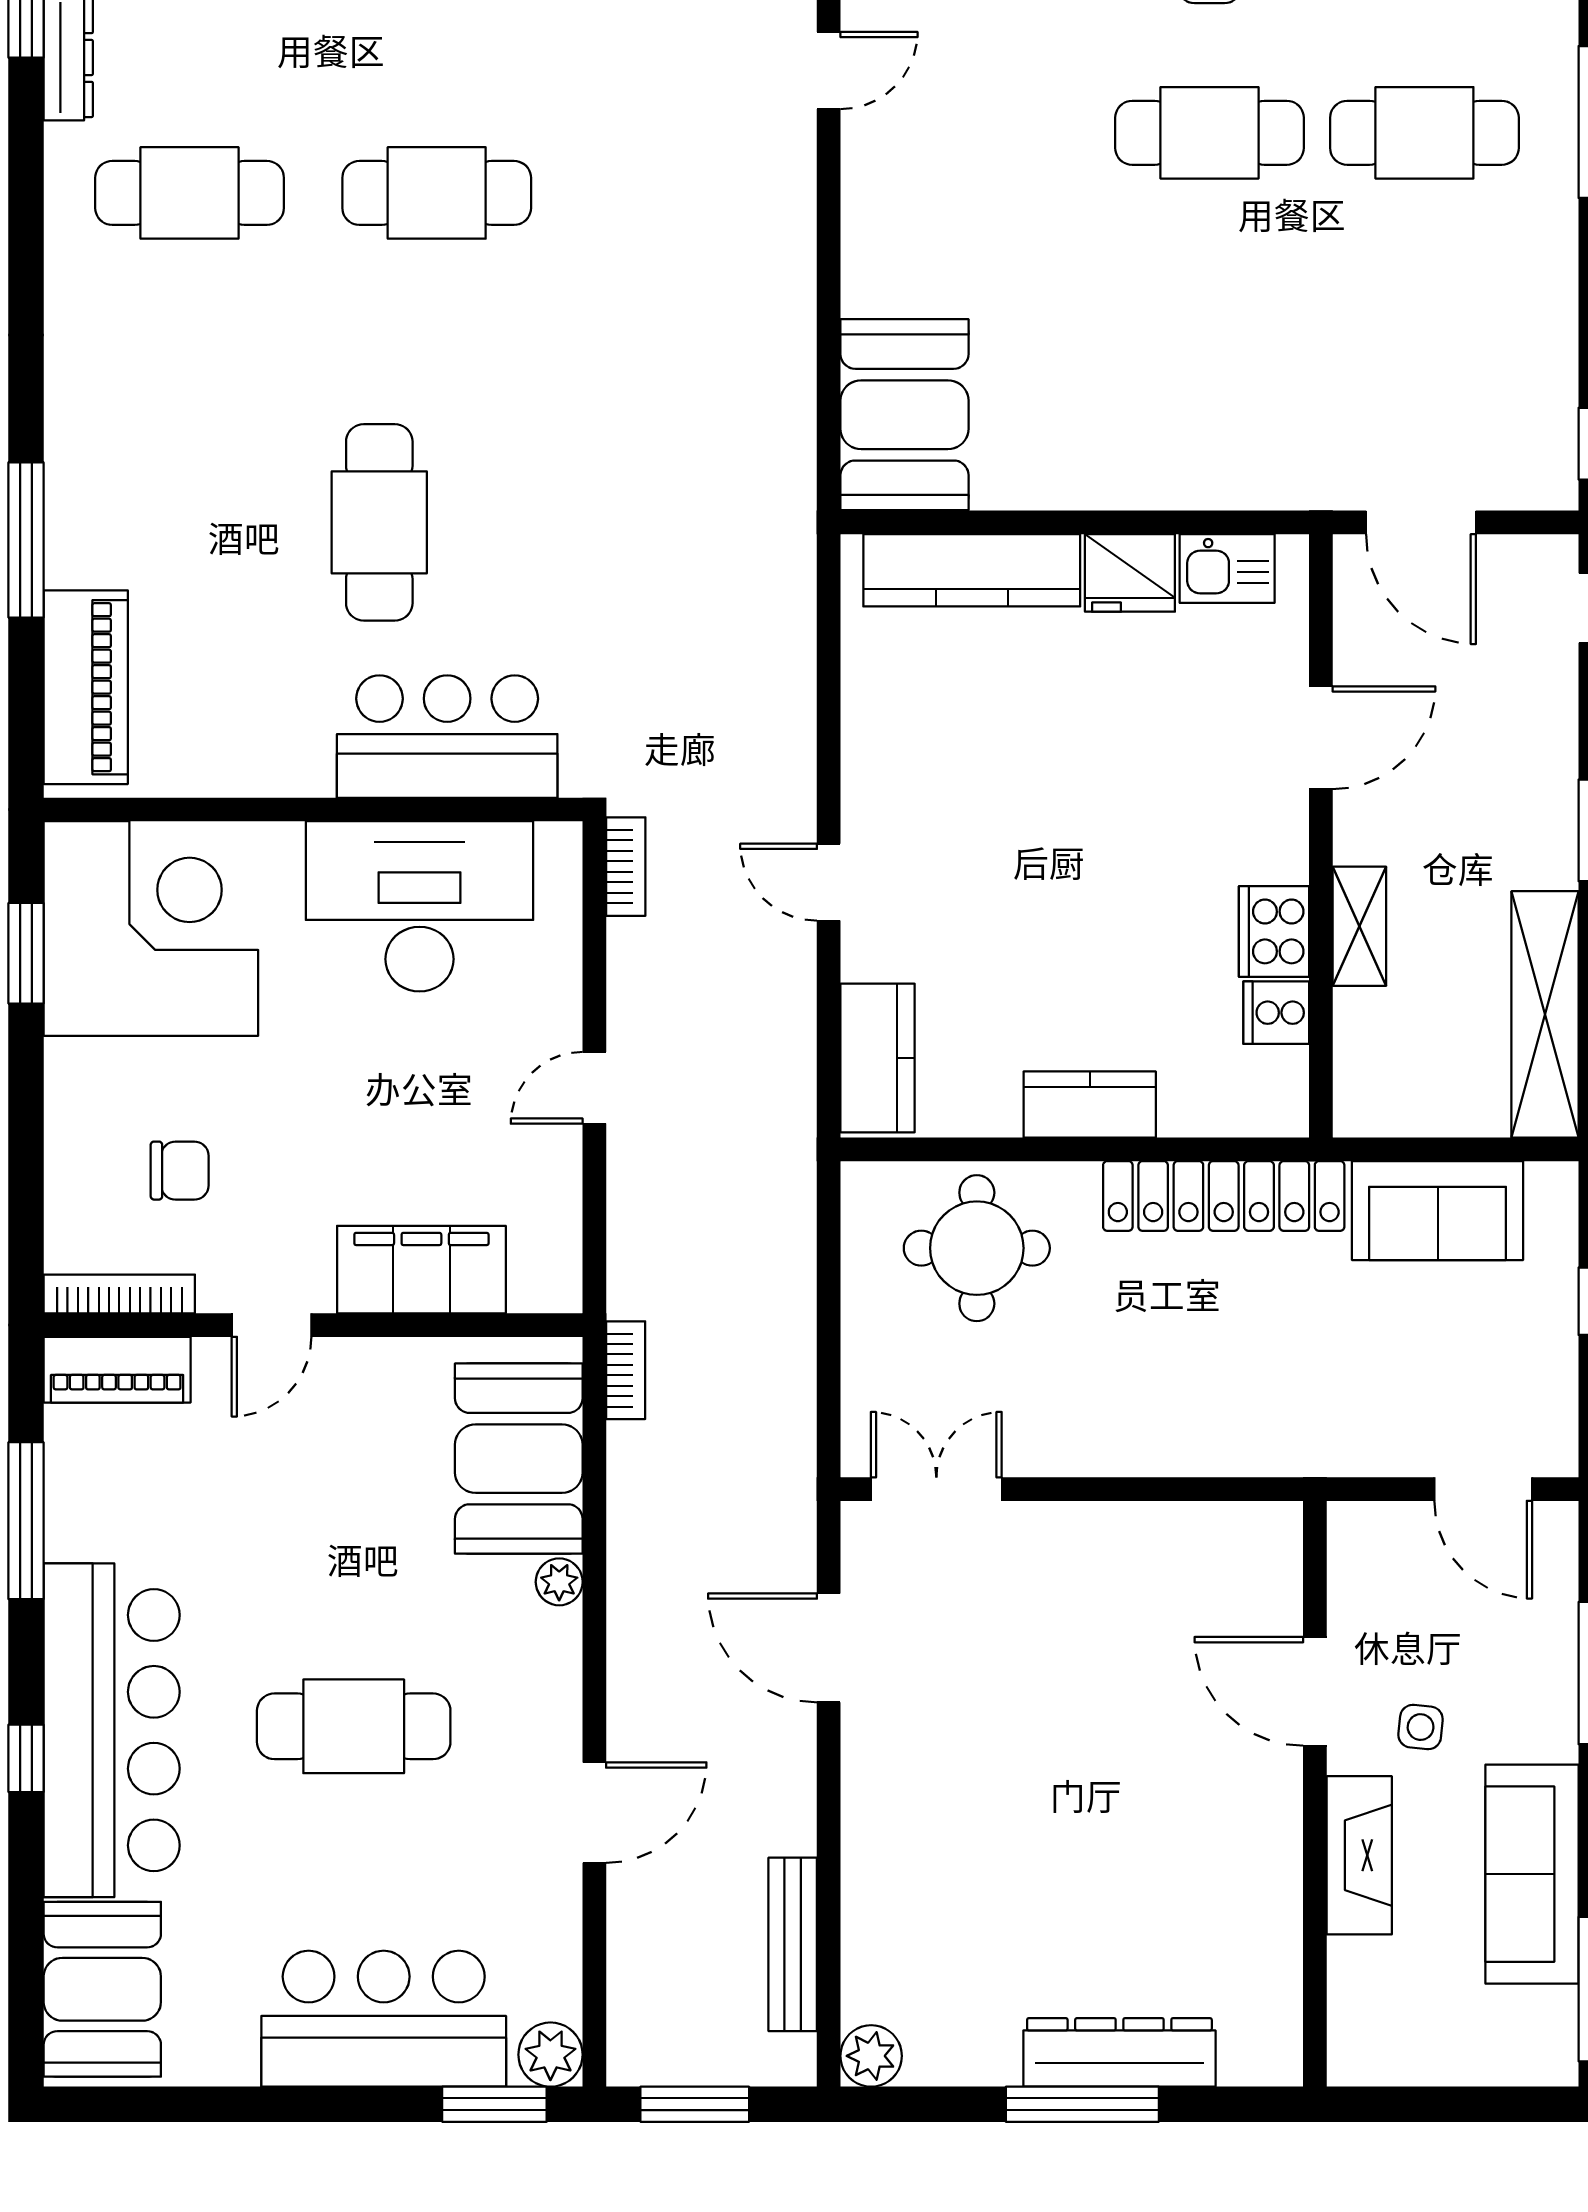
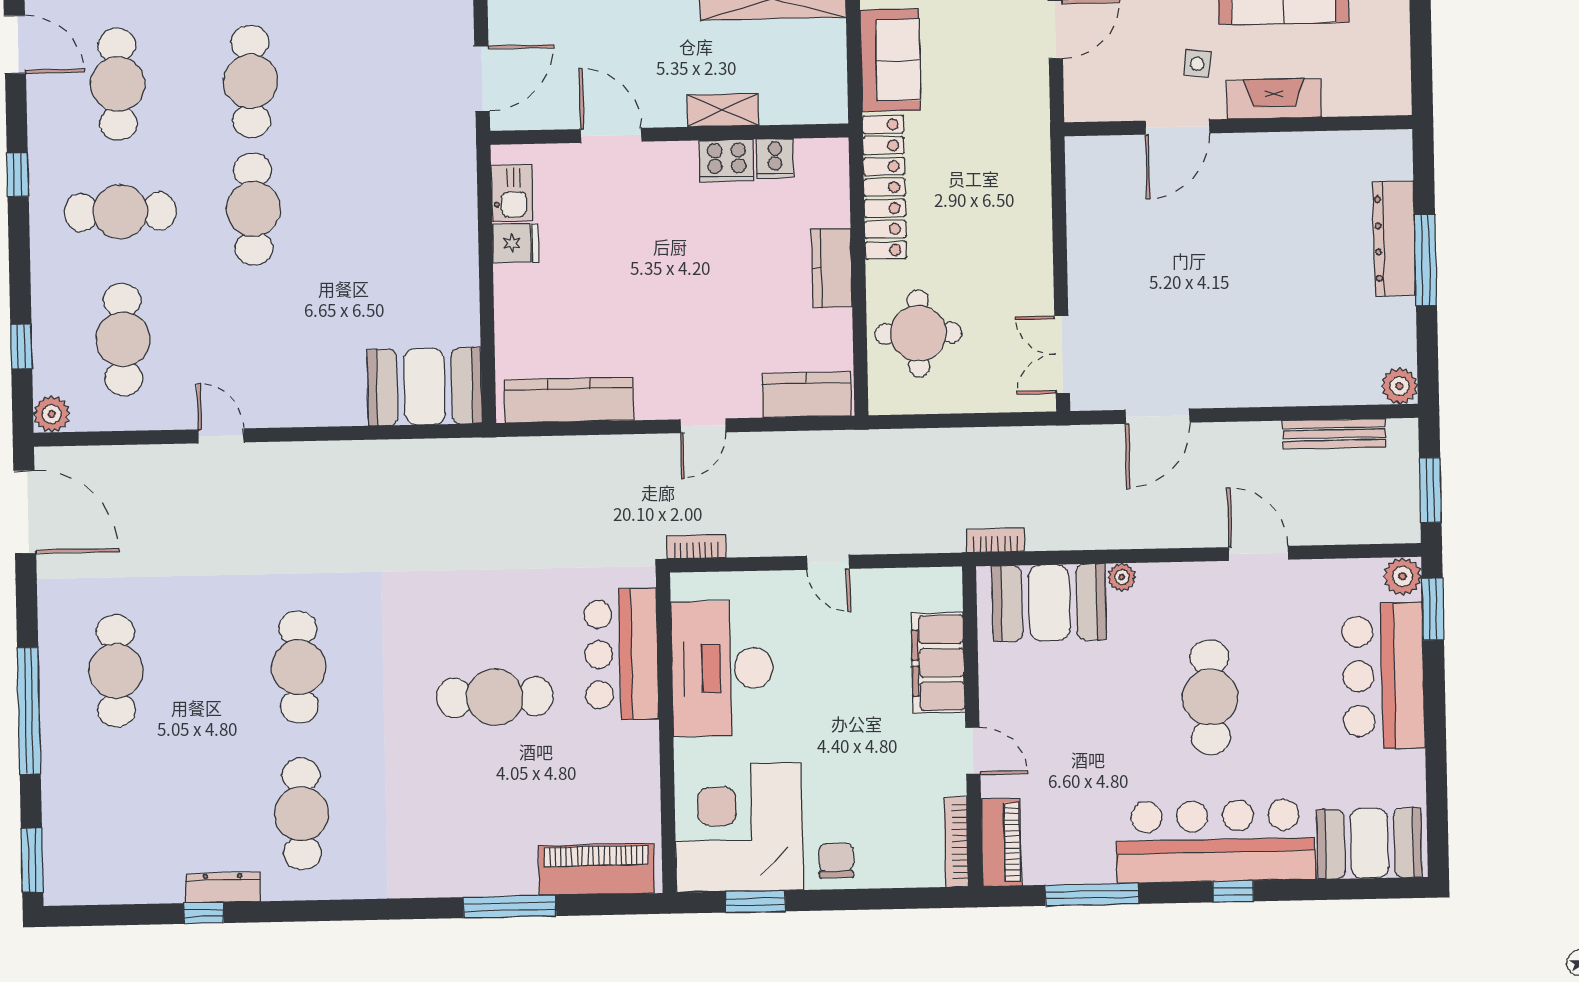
kitchen counter: (972, 570) -> (569, 400), moved, turned -90
fridge: (1130, 573) -> (515, 243), width x0.72
chair: (180, 1171) -> (836, 861), moved

